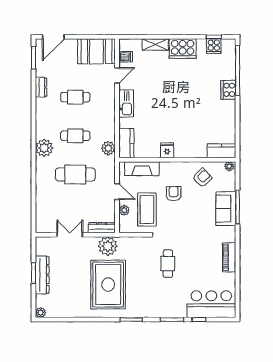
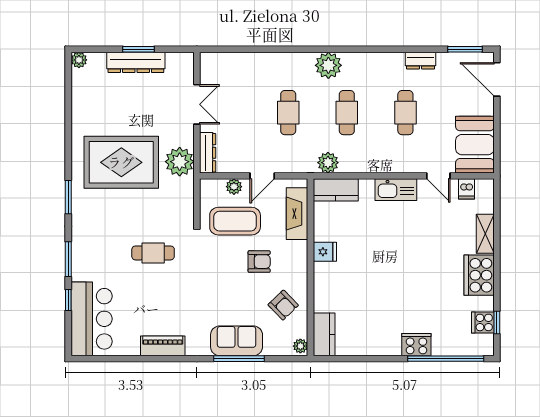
cafe table: (75, 174) -> (288, 113), width x0.73, depth x0.74

